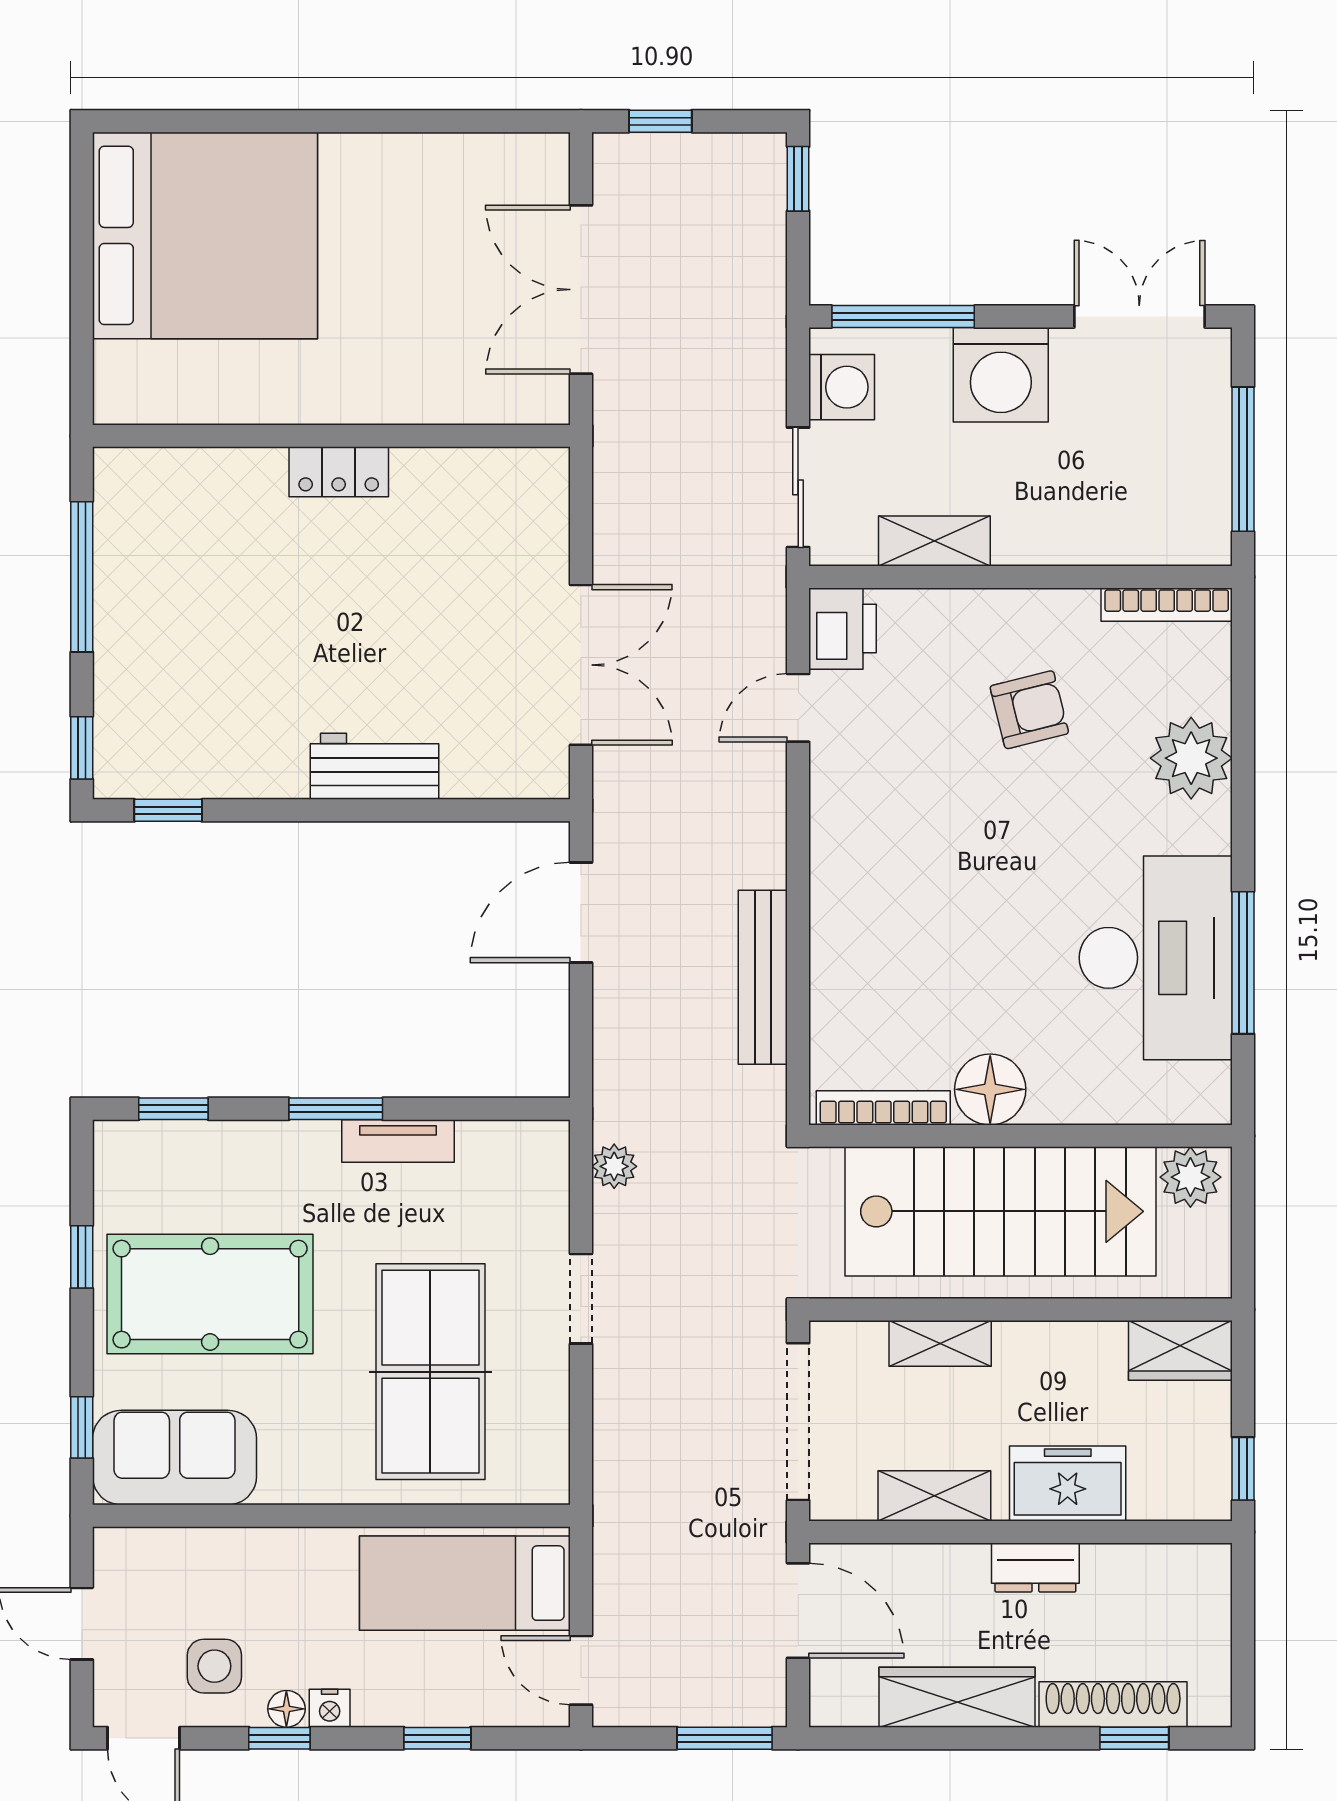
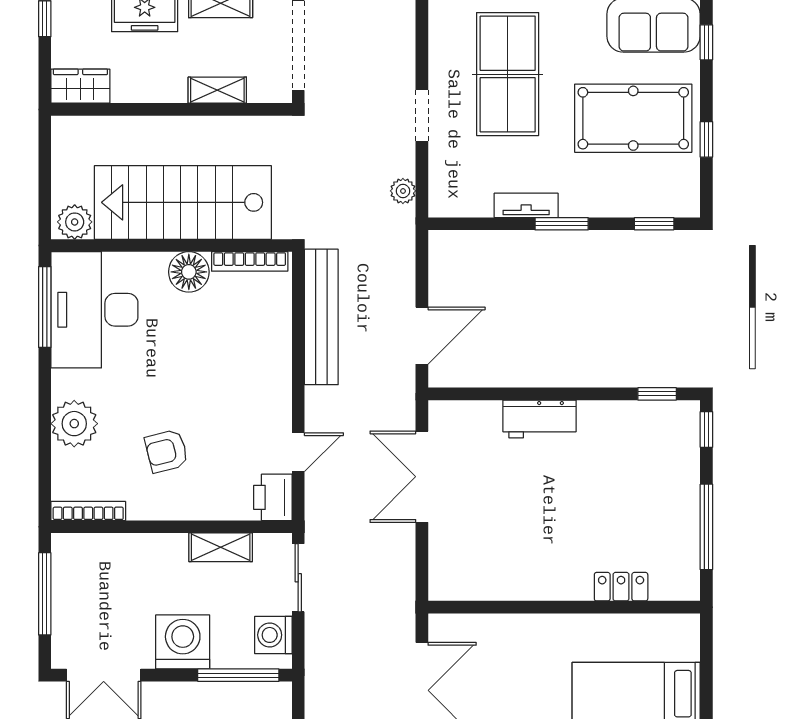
locker: (339, 472) -> (621, 587), moved
bench: (763, 977) -> (321, 317), width x1.37, depth x1.21
floor lamp: (990, 1089) -> (189, 272), moved
bookcase: (883, 1108) -> (250, 261), moved
wall: (1021, 1136) -> (171, 245), moved
plant: (1190, 1177) -> (75, 222), moved
stairs: (1001, 1211) -> (183, 202), moved

